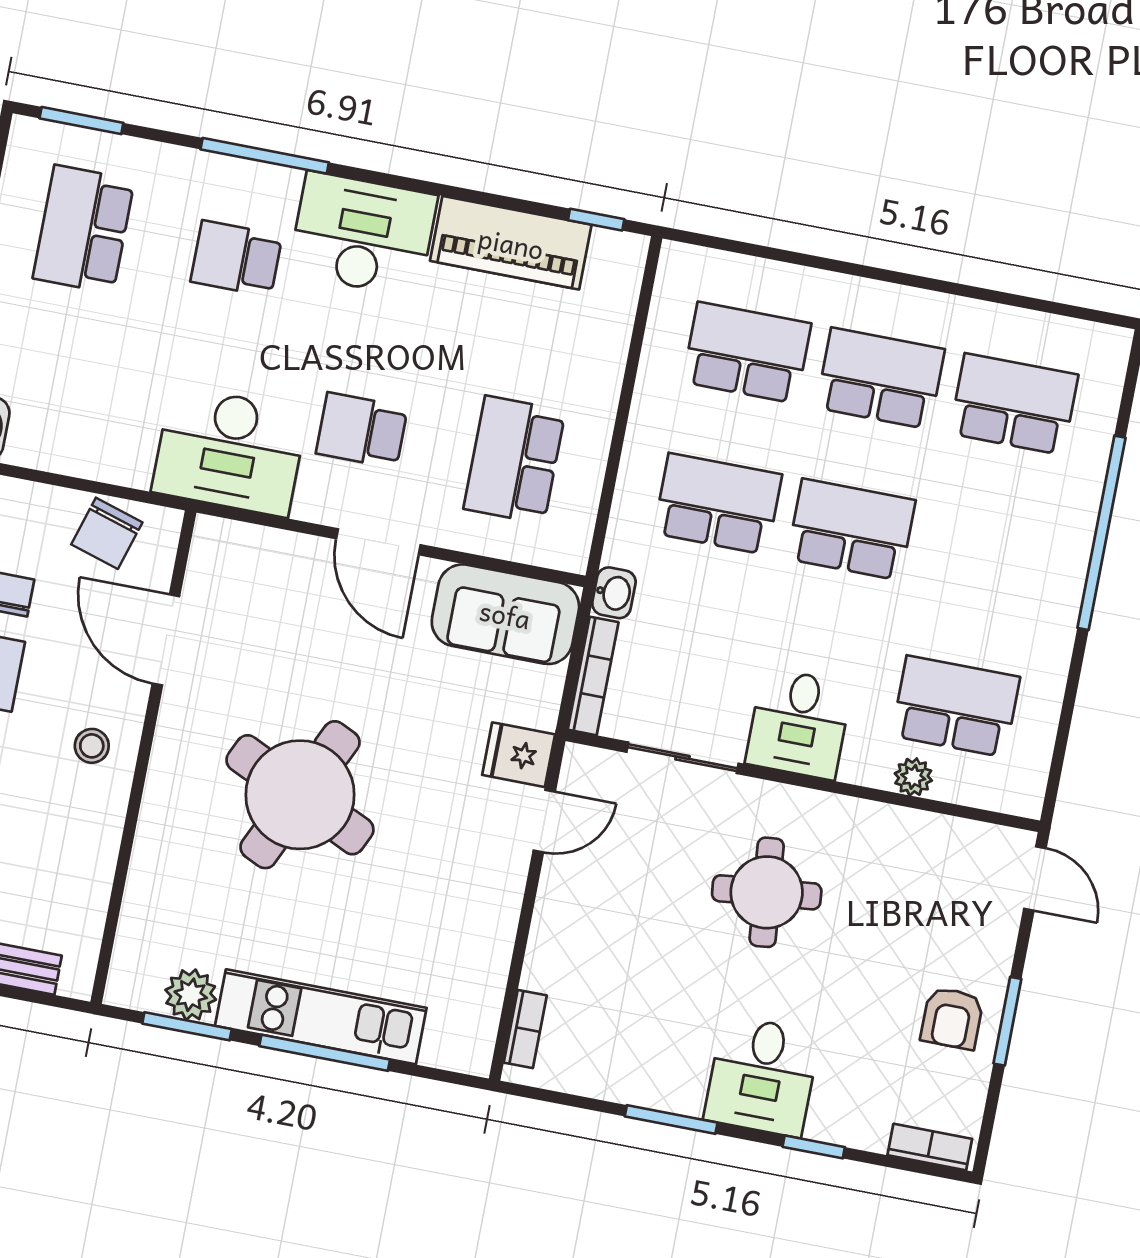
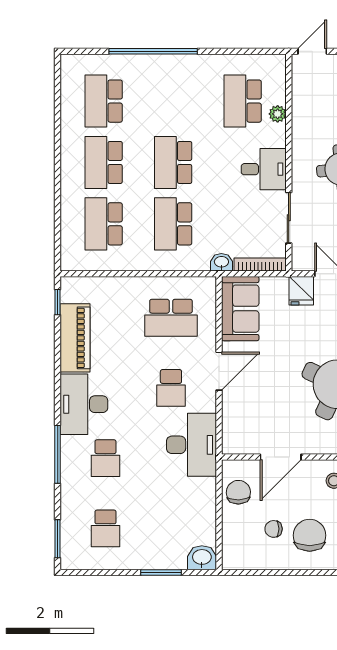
school desk: (84, 229) -> (105, 528), width x0.54
chair: (107, 533) -> (238, 492), turned -109

